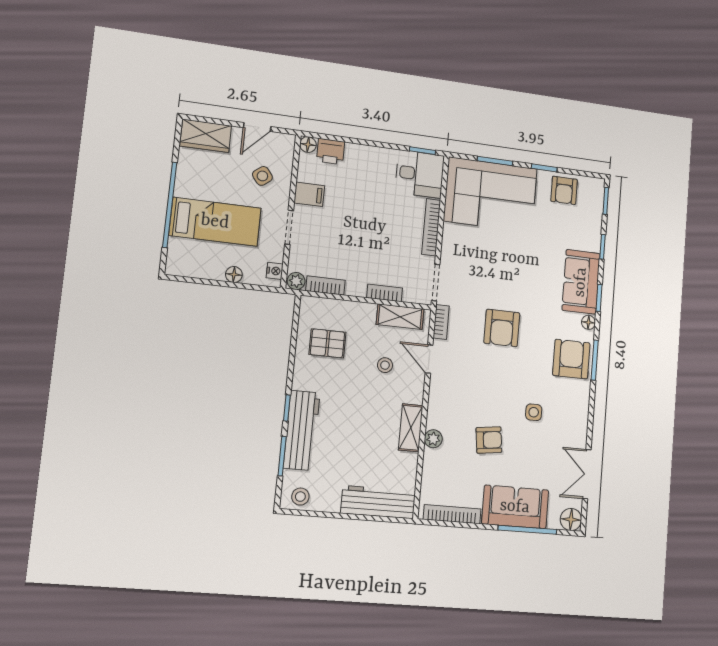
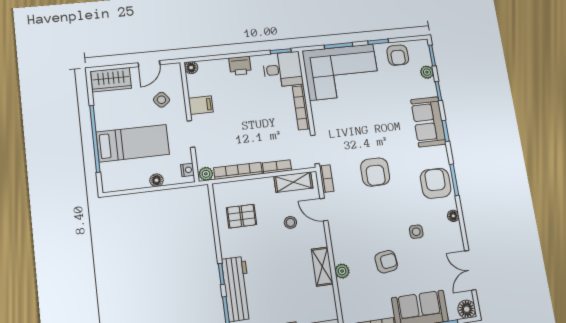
printer: (330, 151) -> (240, 66), moved
plant: (594, 220) -> (427, 72), added
bookcase: (325, 286) -> (238, 171), width x1.56
floor lamp: (588, 322) -> (453, 216), moved

